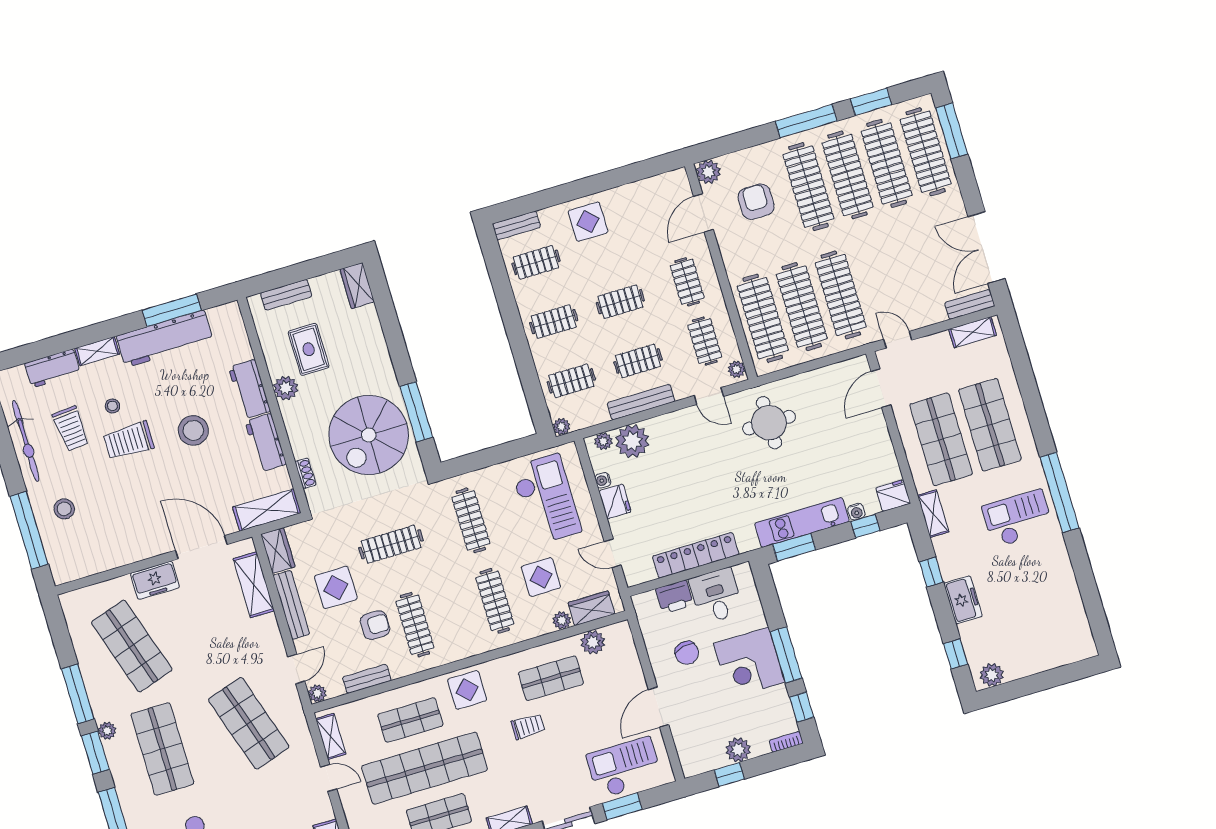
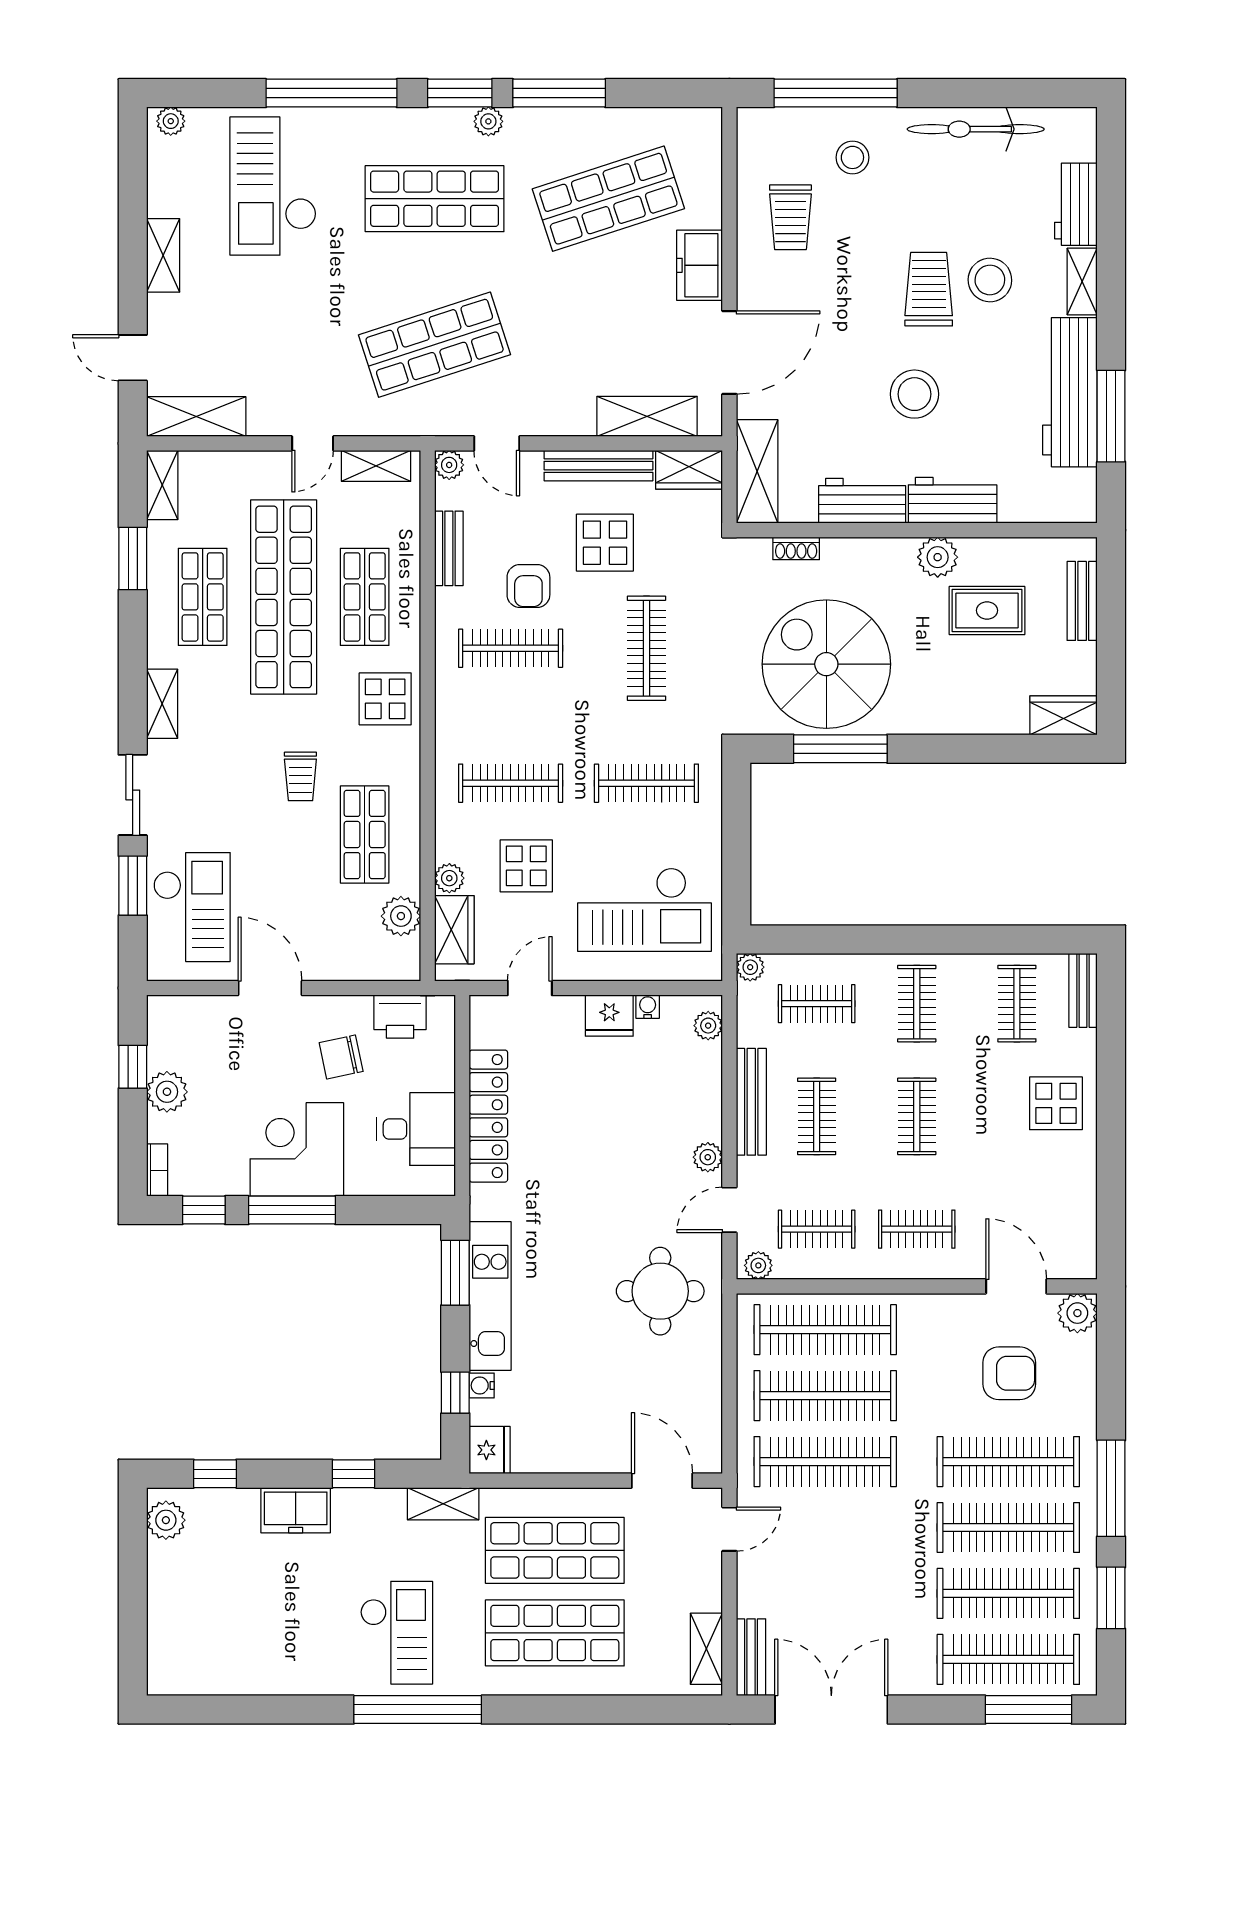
clothes rail: (571, 381) -> (817, 1004), turned 90
stool: (112, 406) -> (990, 280), width x1.89, depth x1.89
trolley: (71, 428) -> (790, 217), moved, turned -85
plant: (632, 441) -> (708, 1157), moved, width x0.53, depth x0.53
printer: (674, 597) -> (400, 1017), moved, turned -90

